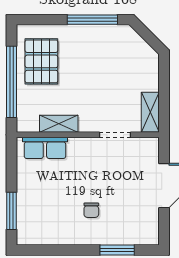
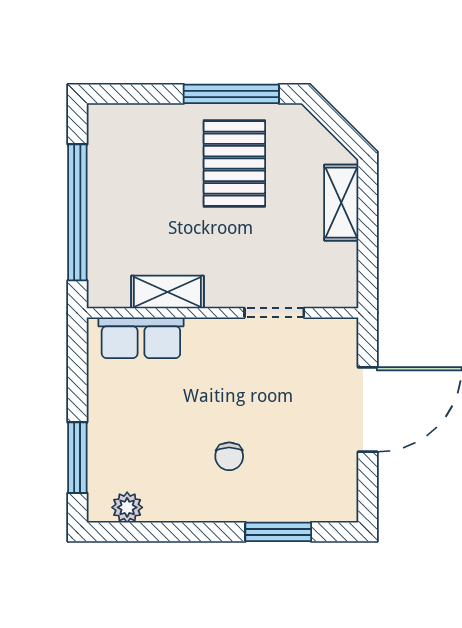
pallet: (41, 61) -> (234, 164), moved
shelving: (150, 112) -> (341, 203), moved
plant: (38, 237) -> (127, 507), added

